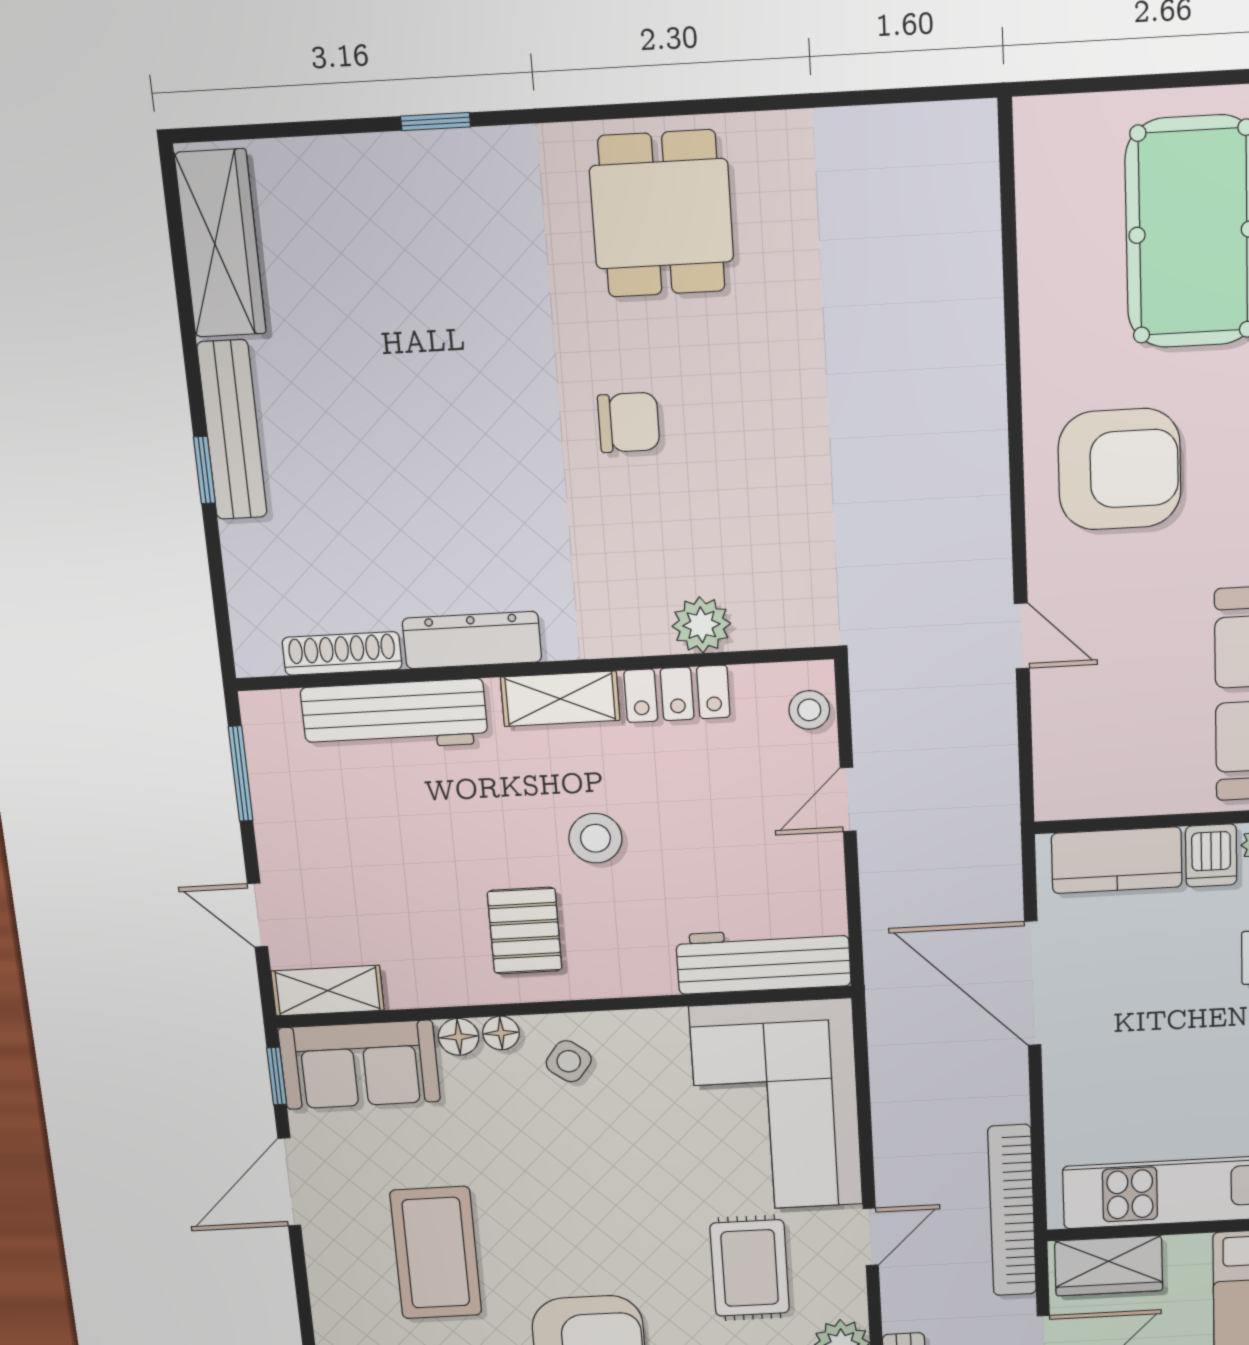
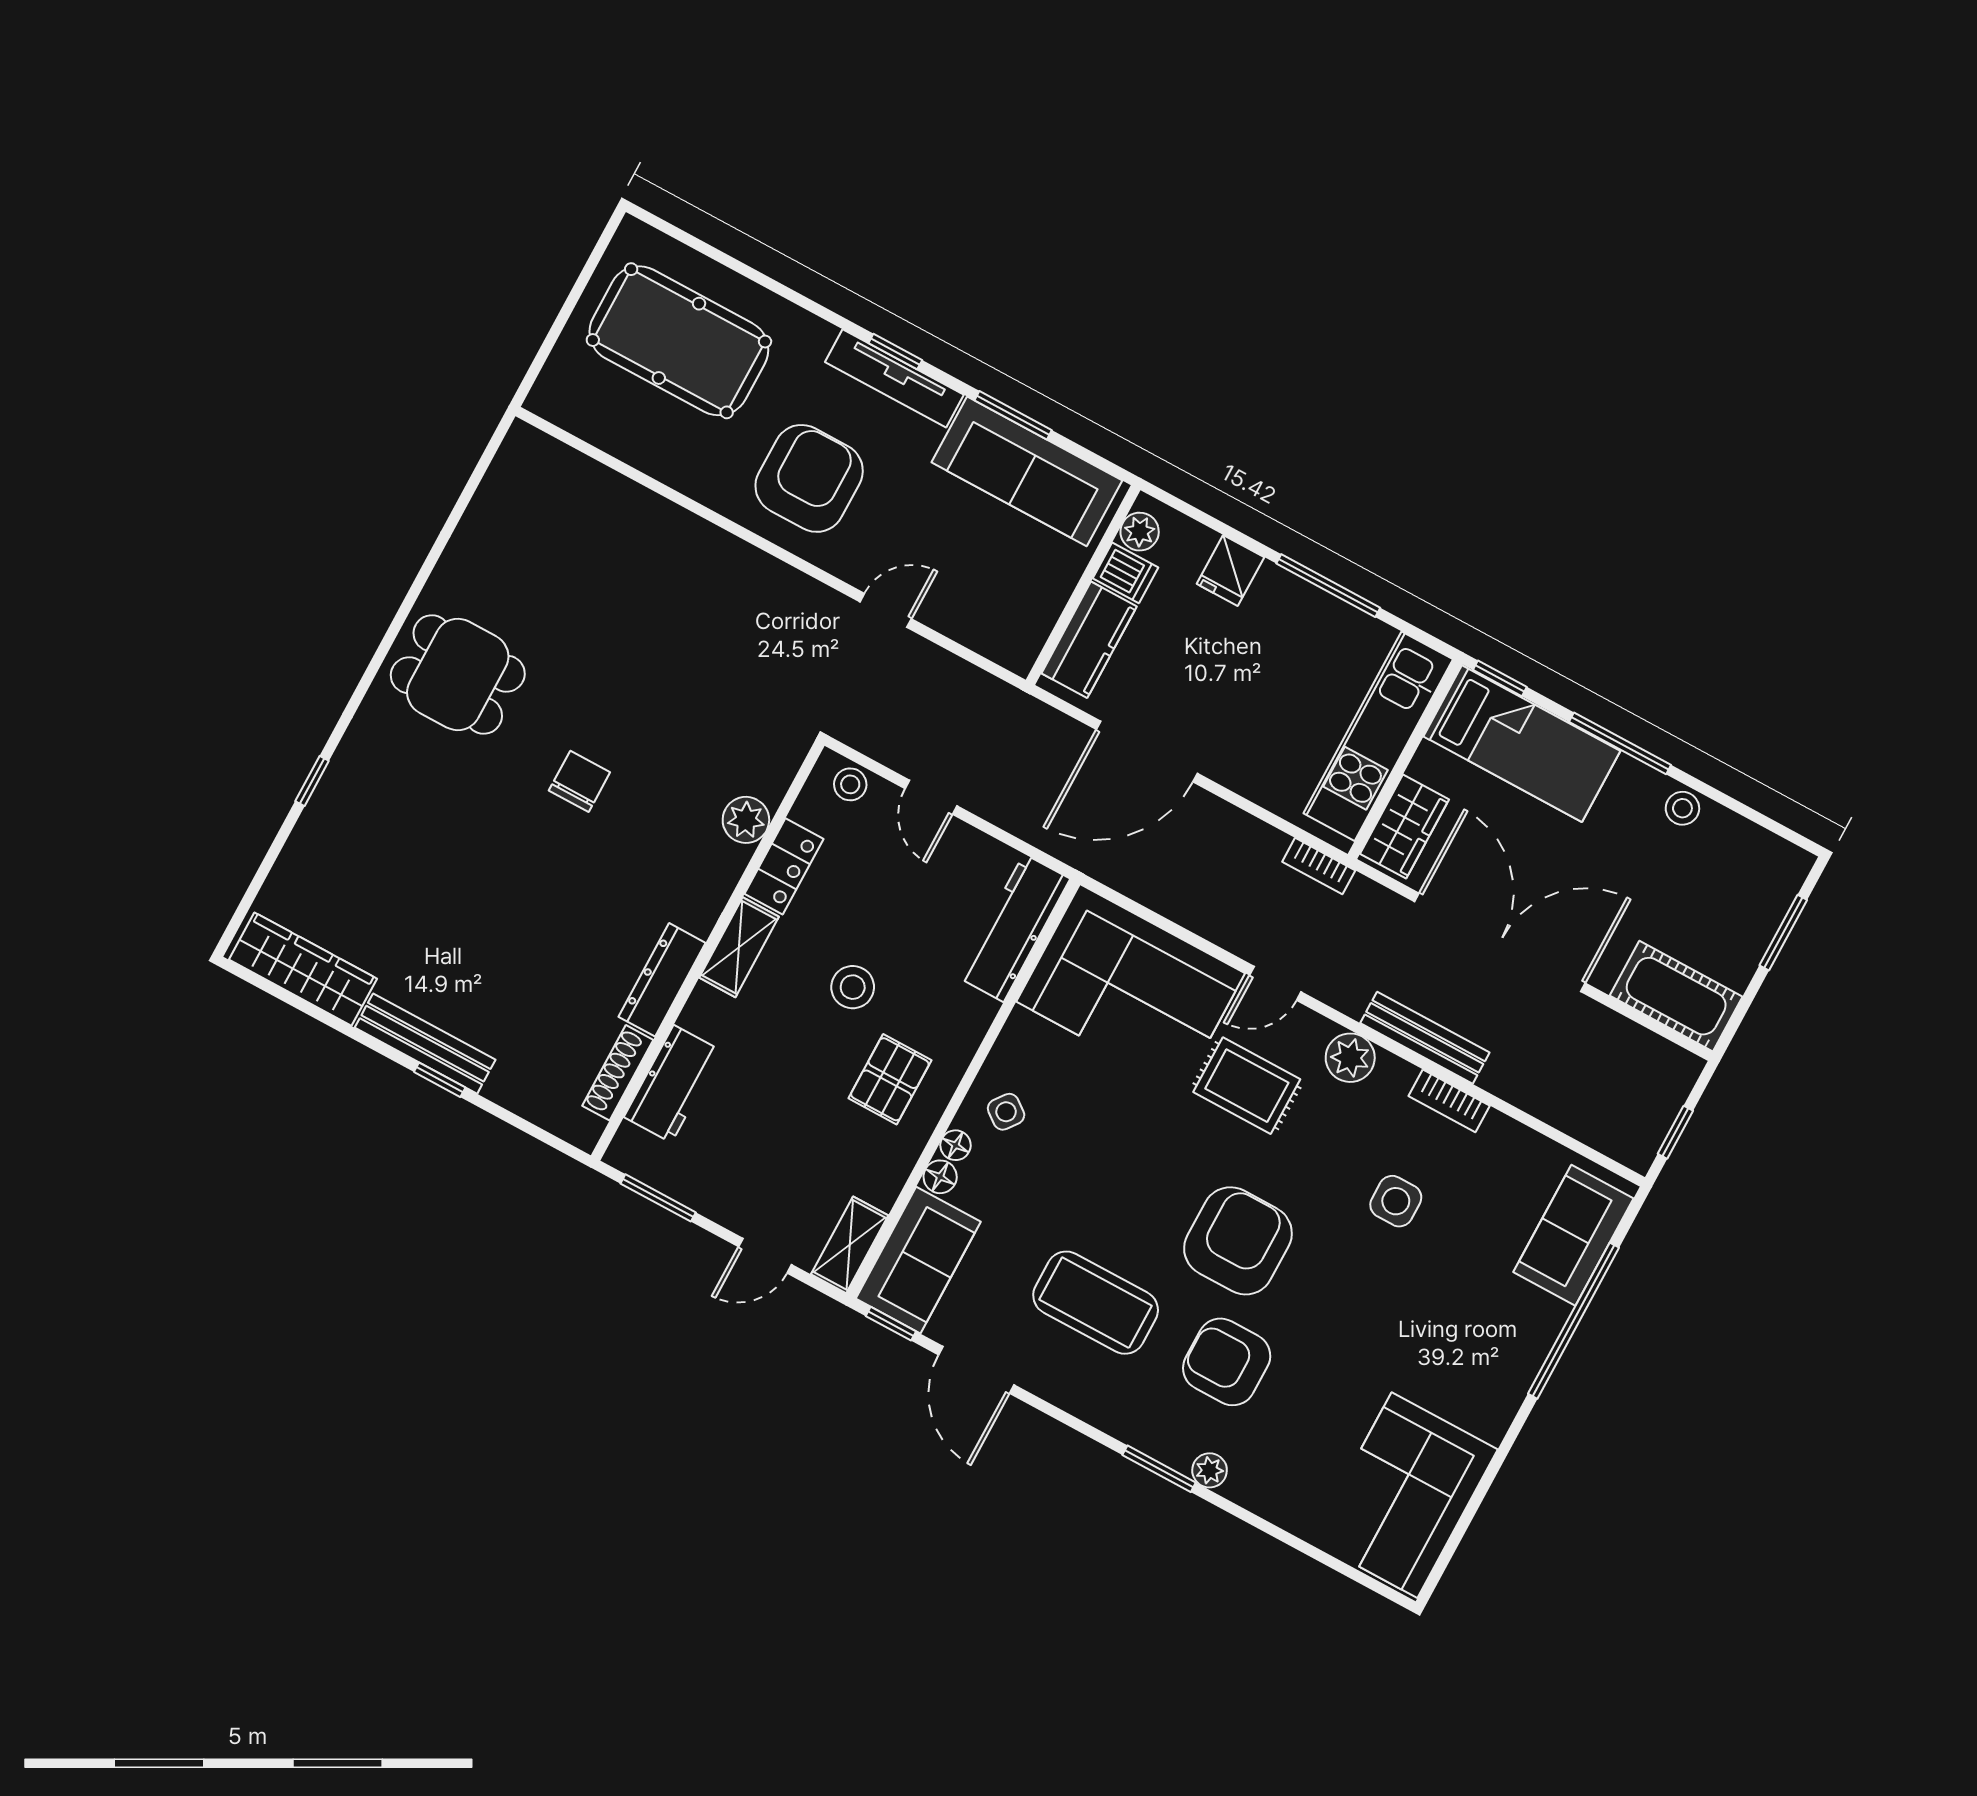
workbench: (394, 716) -> (673, 1084), width x0.73
pallet: (525, 931) -> (890, 1079), turned 90
bookcase: (1012, 1211) -> (1319, 866), width x0.43, depth x0.76
door: (871, 1237) -> (1275, 983), swing flipped

